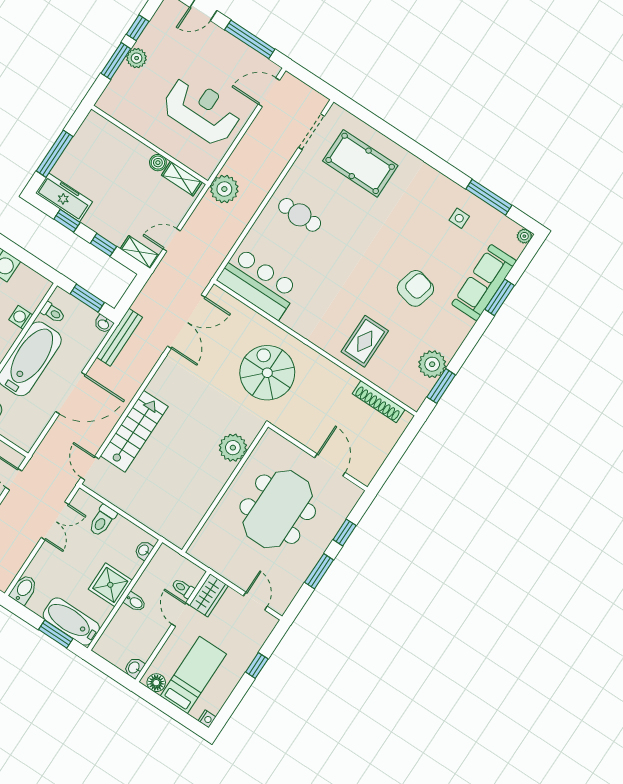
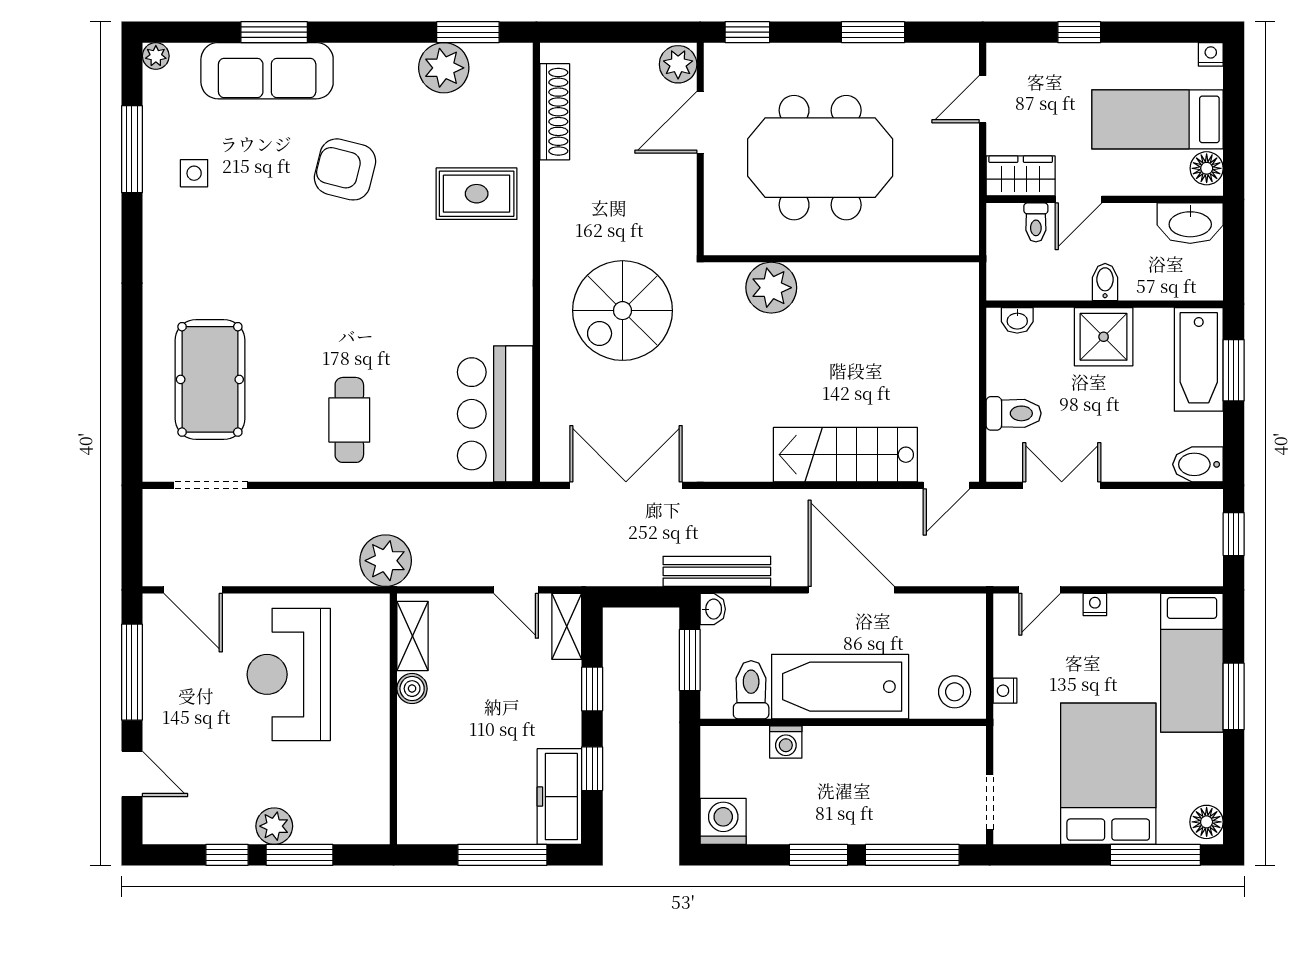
toilet: (53, 313) -> (751, 690), width x1.37, depth x1.39
plant: (363, 472) -> (678, 64), added
window: (345, 532) -> (747, 32), moved
washbasin: (134, 668) -> (1190, 223), width x1.91, depth x1.45

